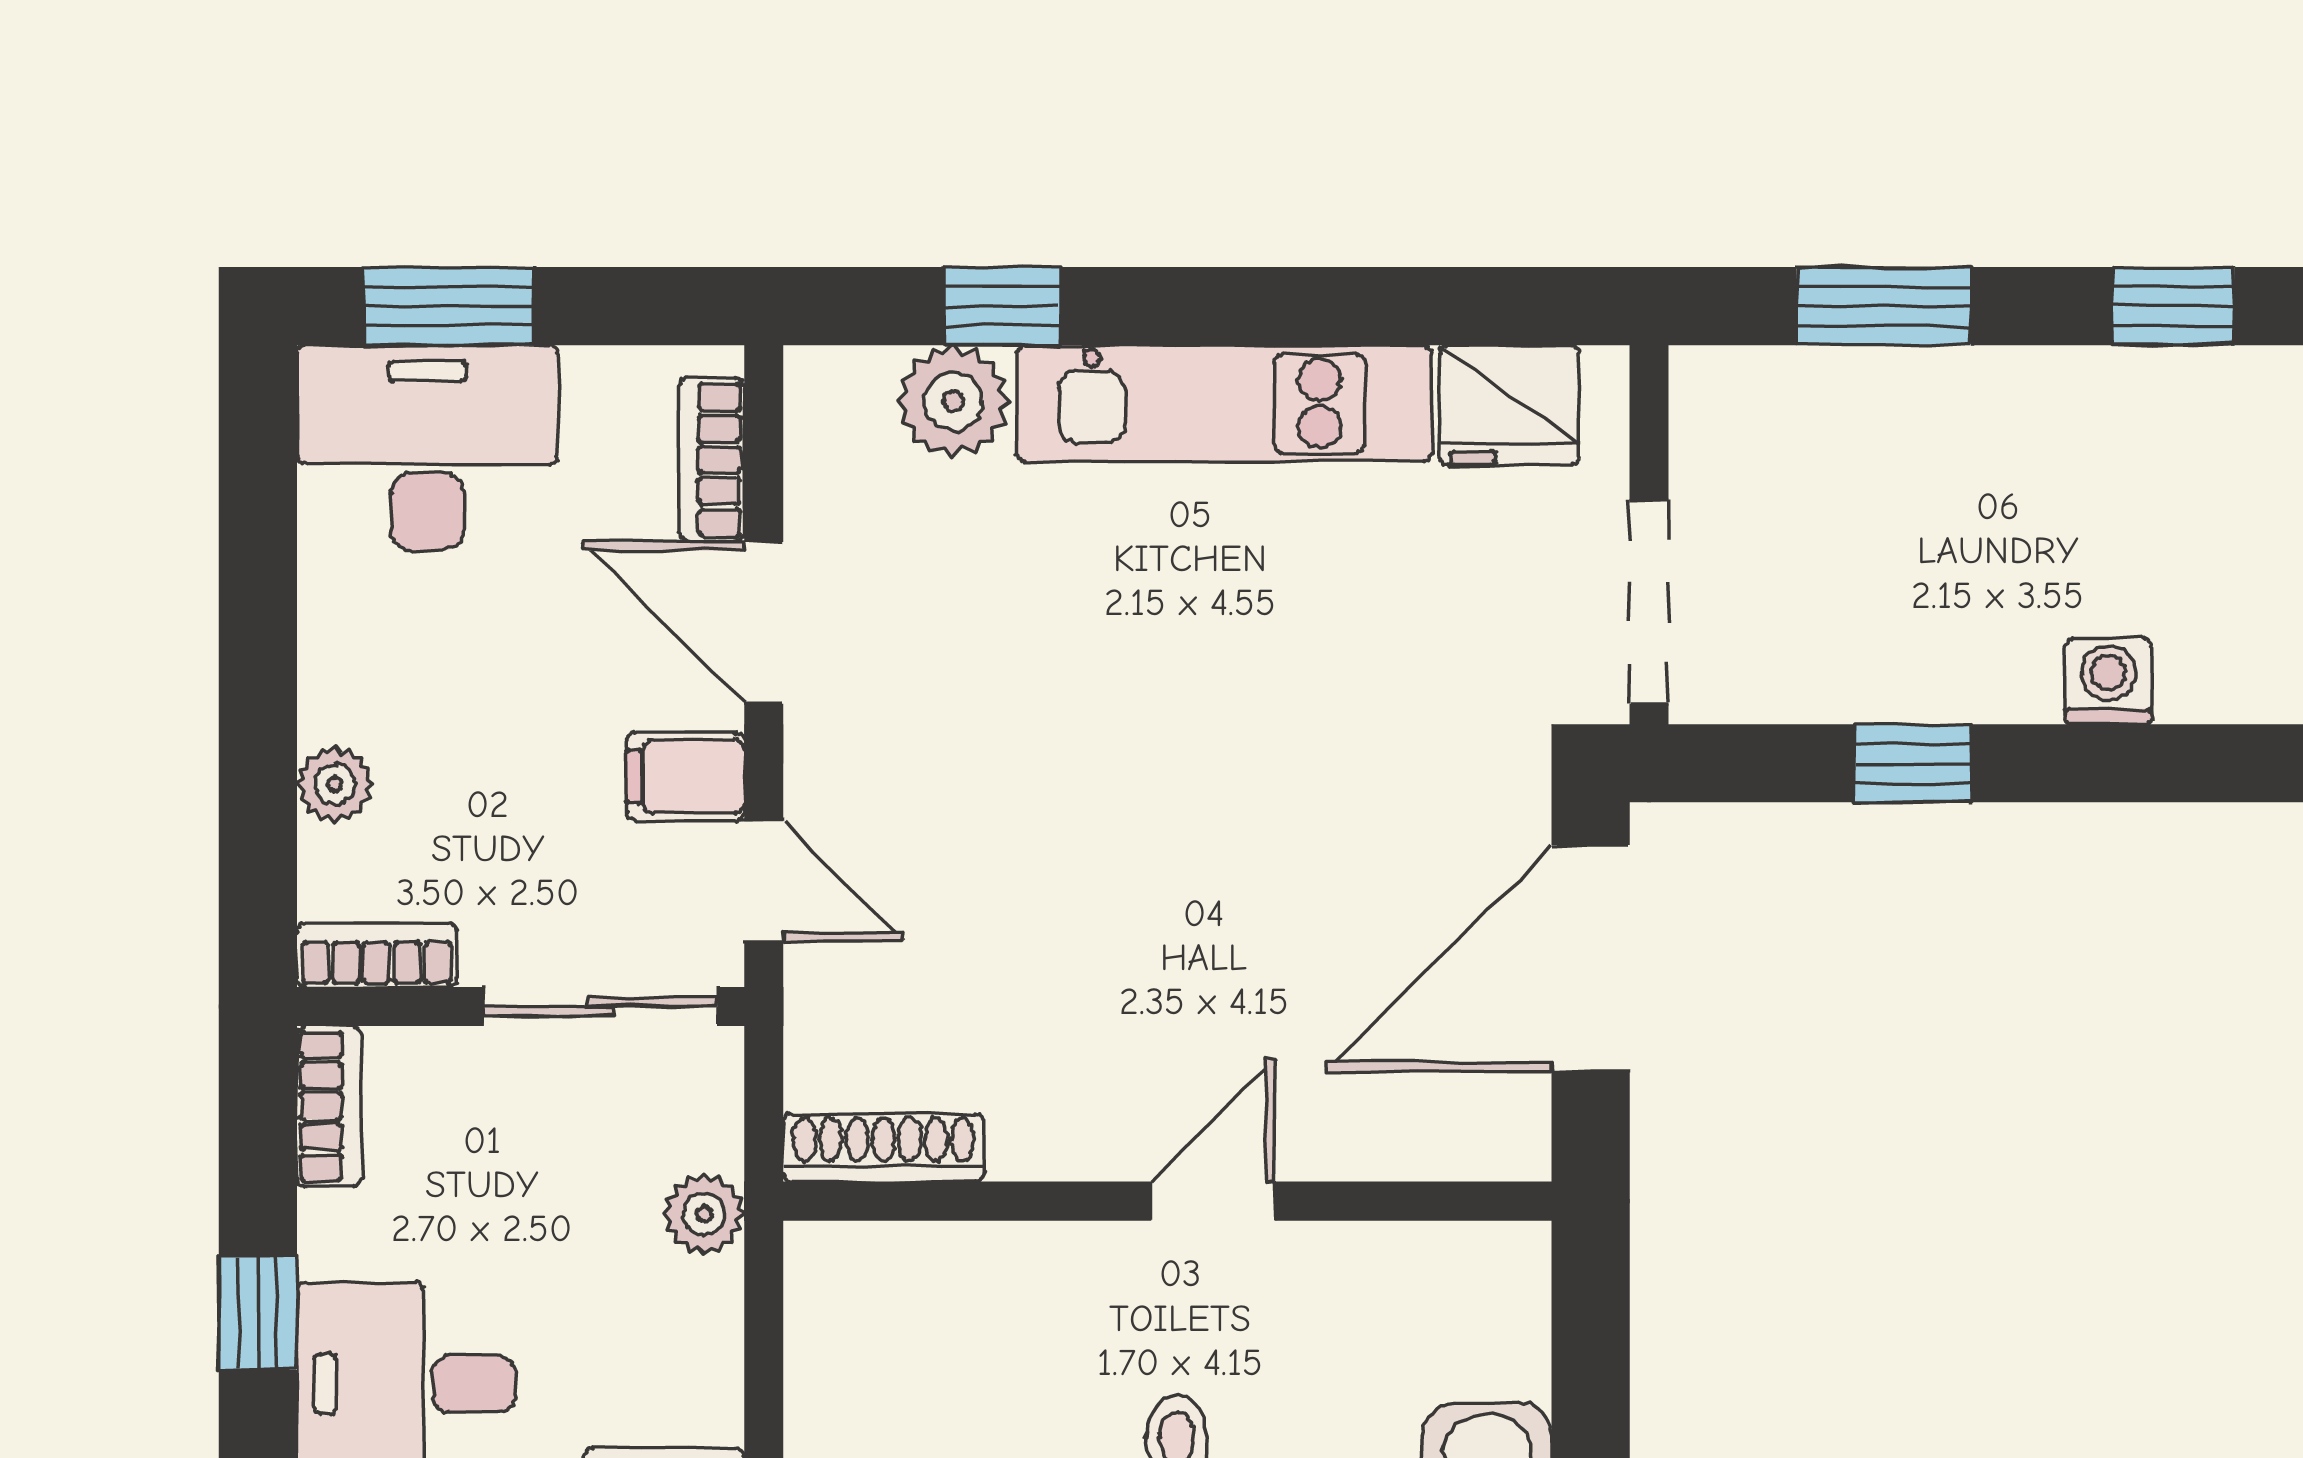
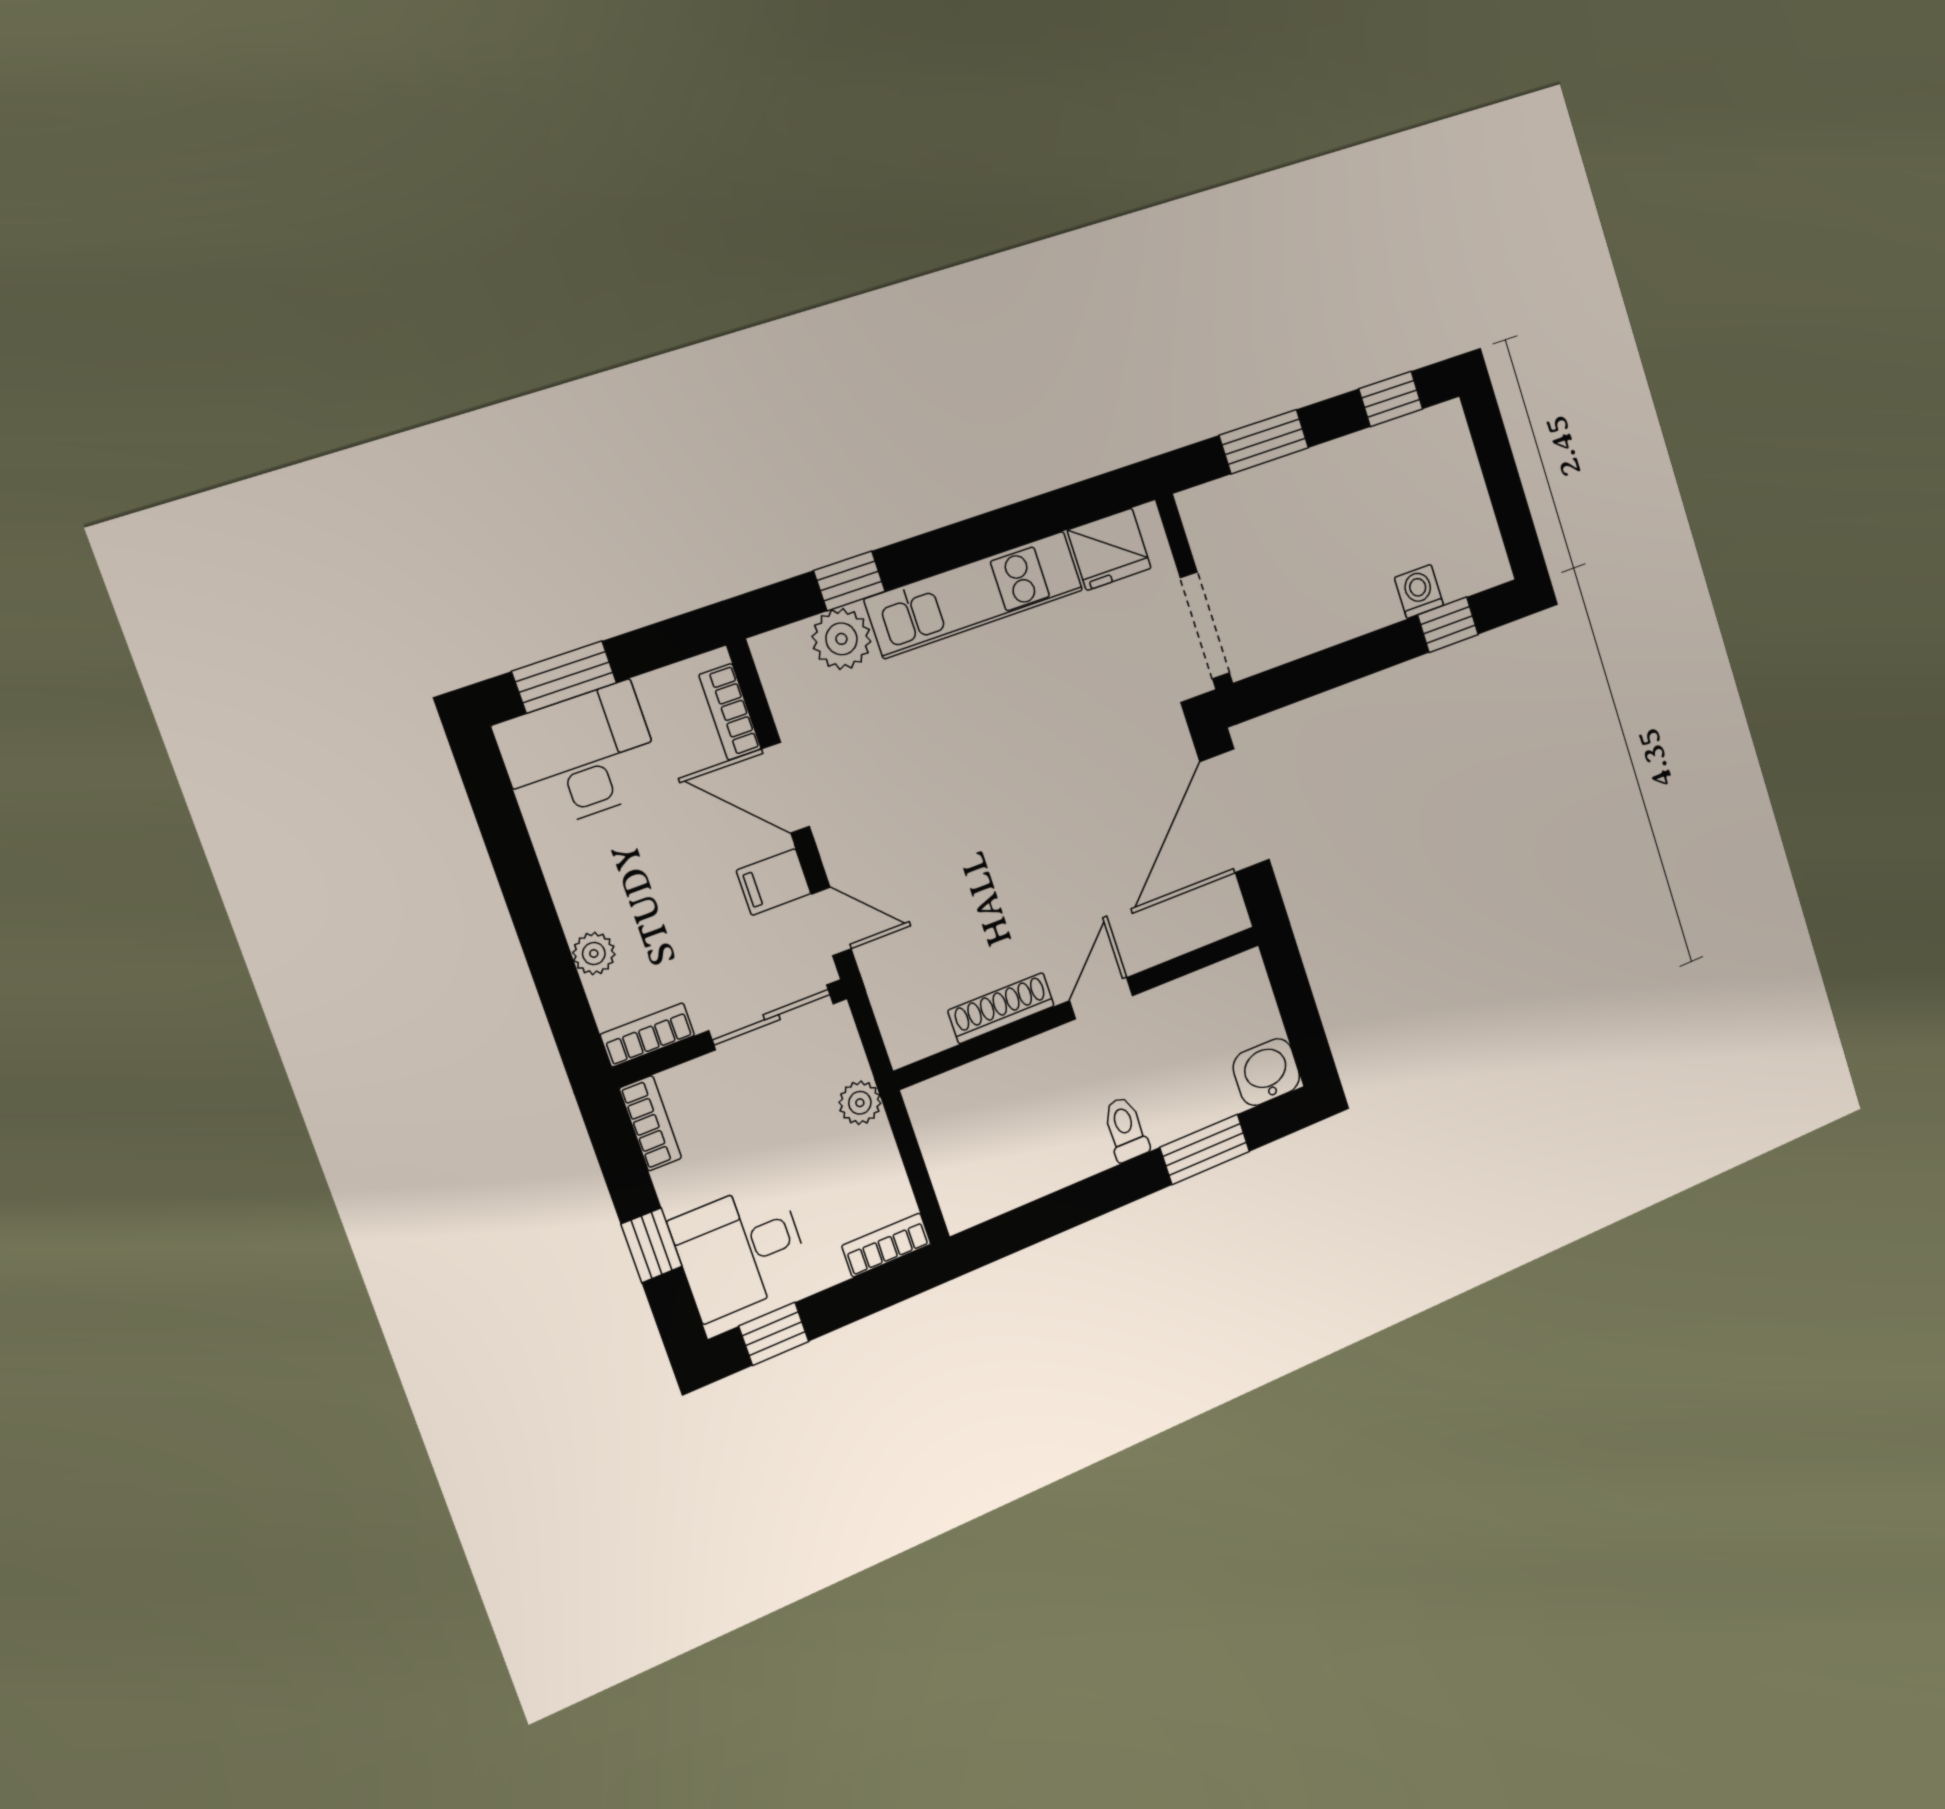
window: (1913, 763) -> (1448, 625), moved
shoe rack: (883, 1148) -> (1001, 1008), moved

